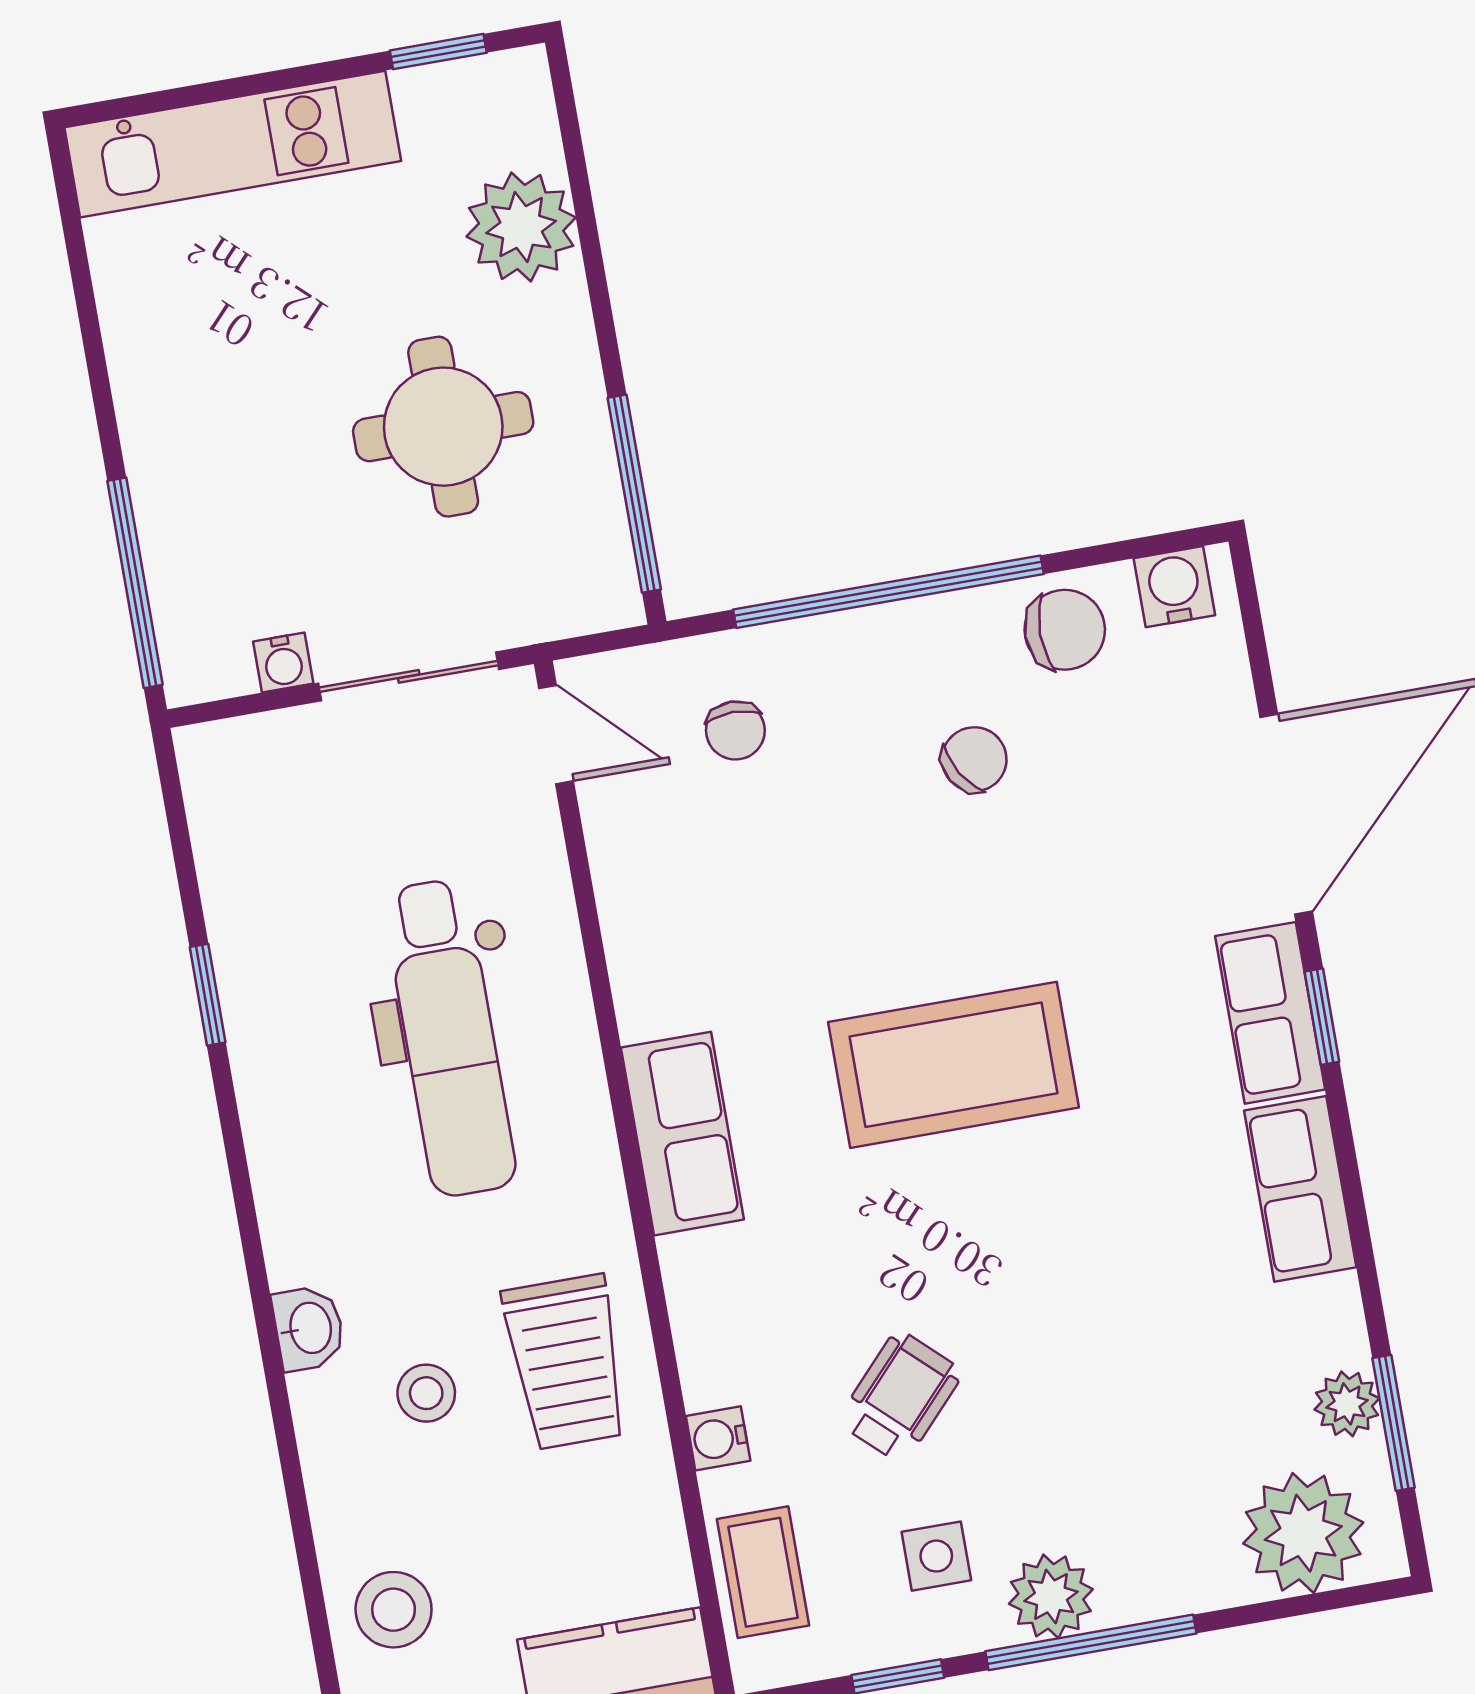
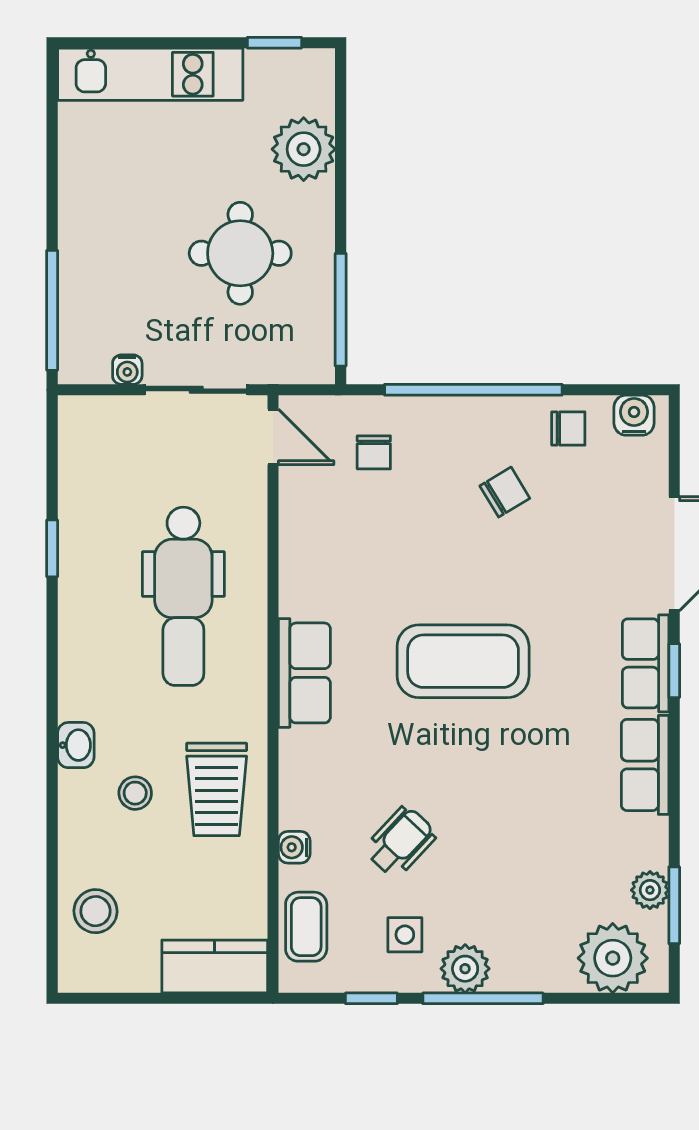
chair: (1065, 630) -> (568, 428), width x0.73, depth x0.73

